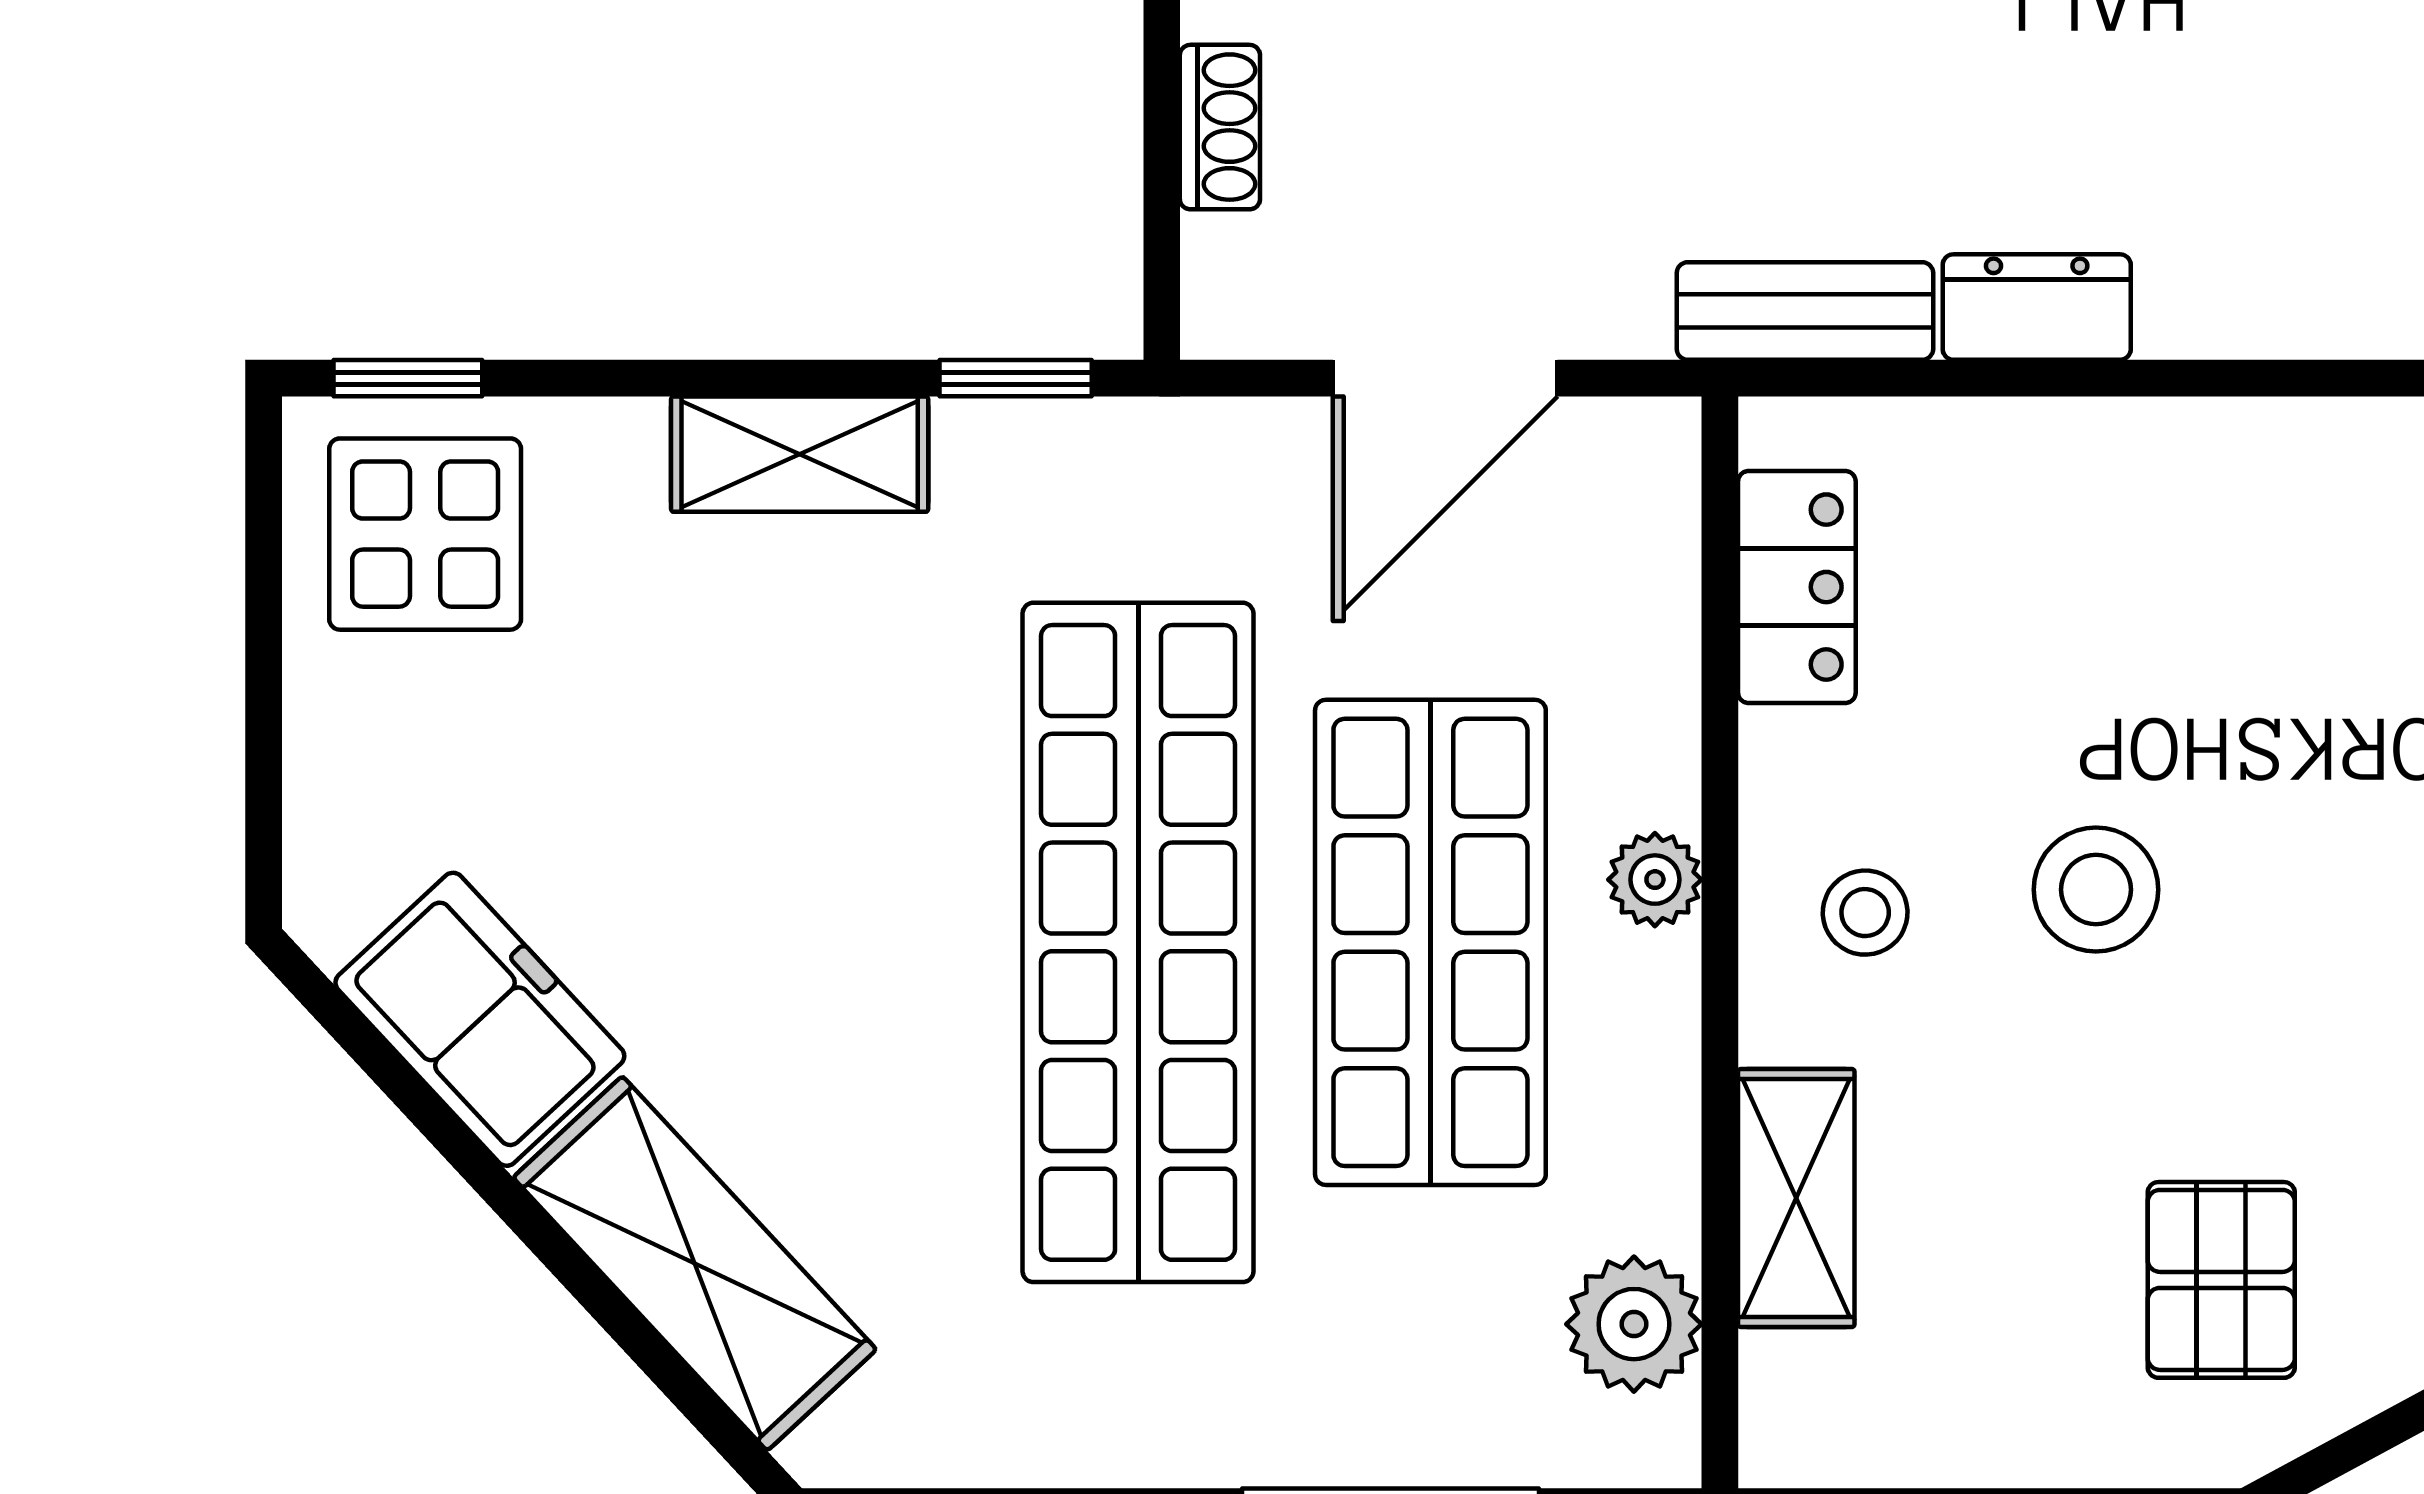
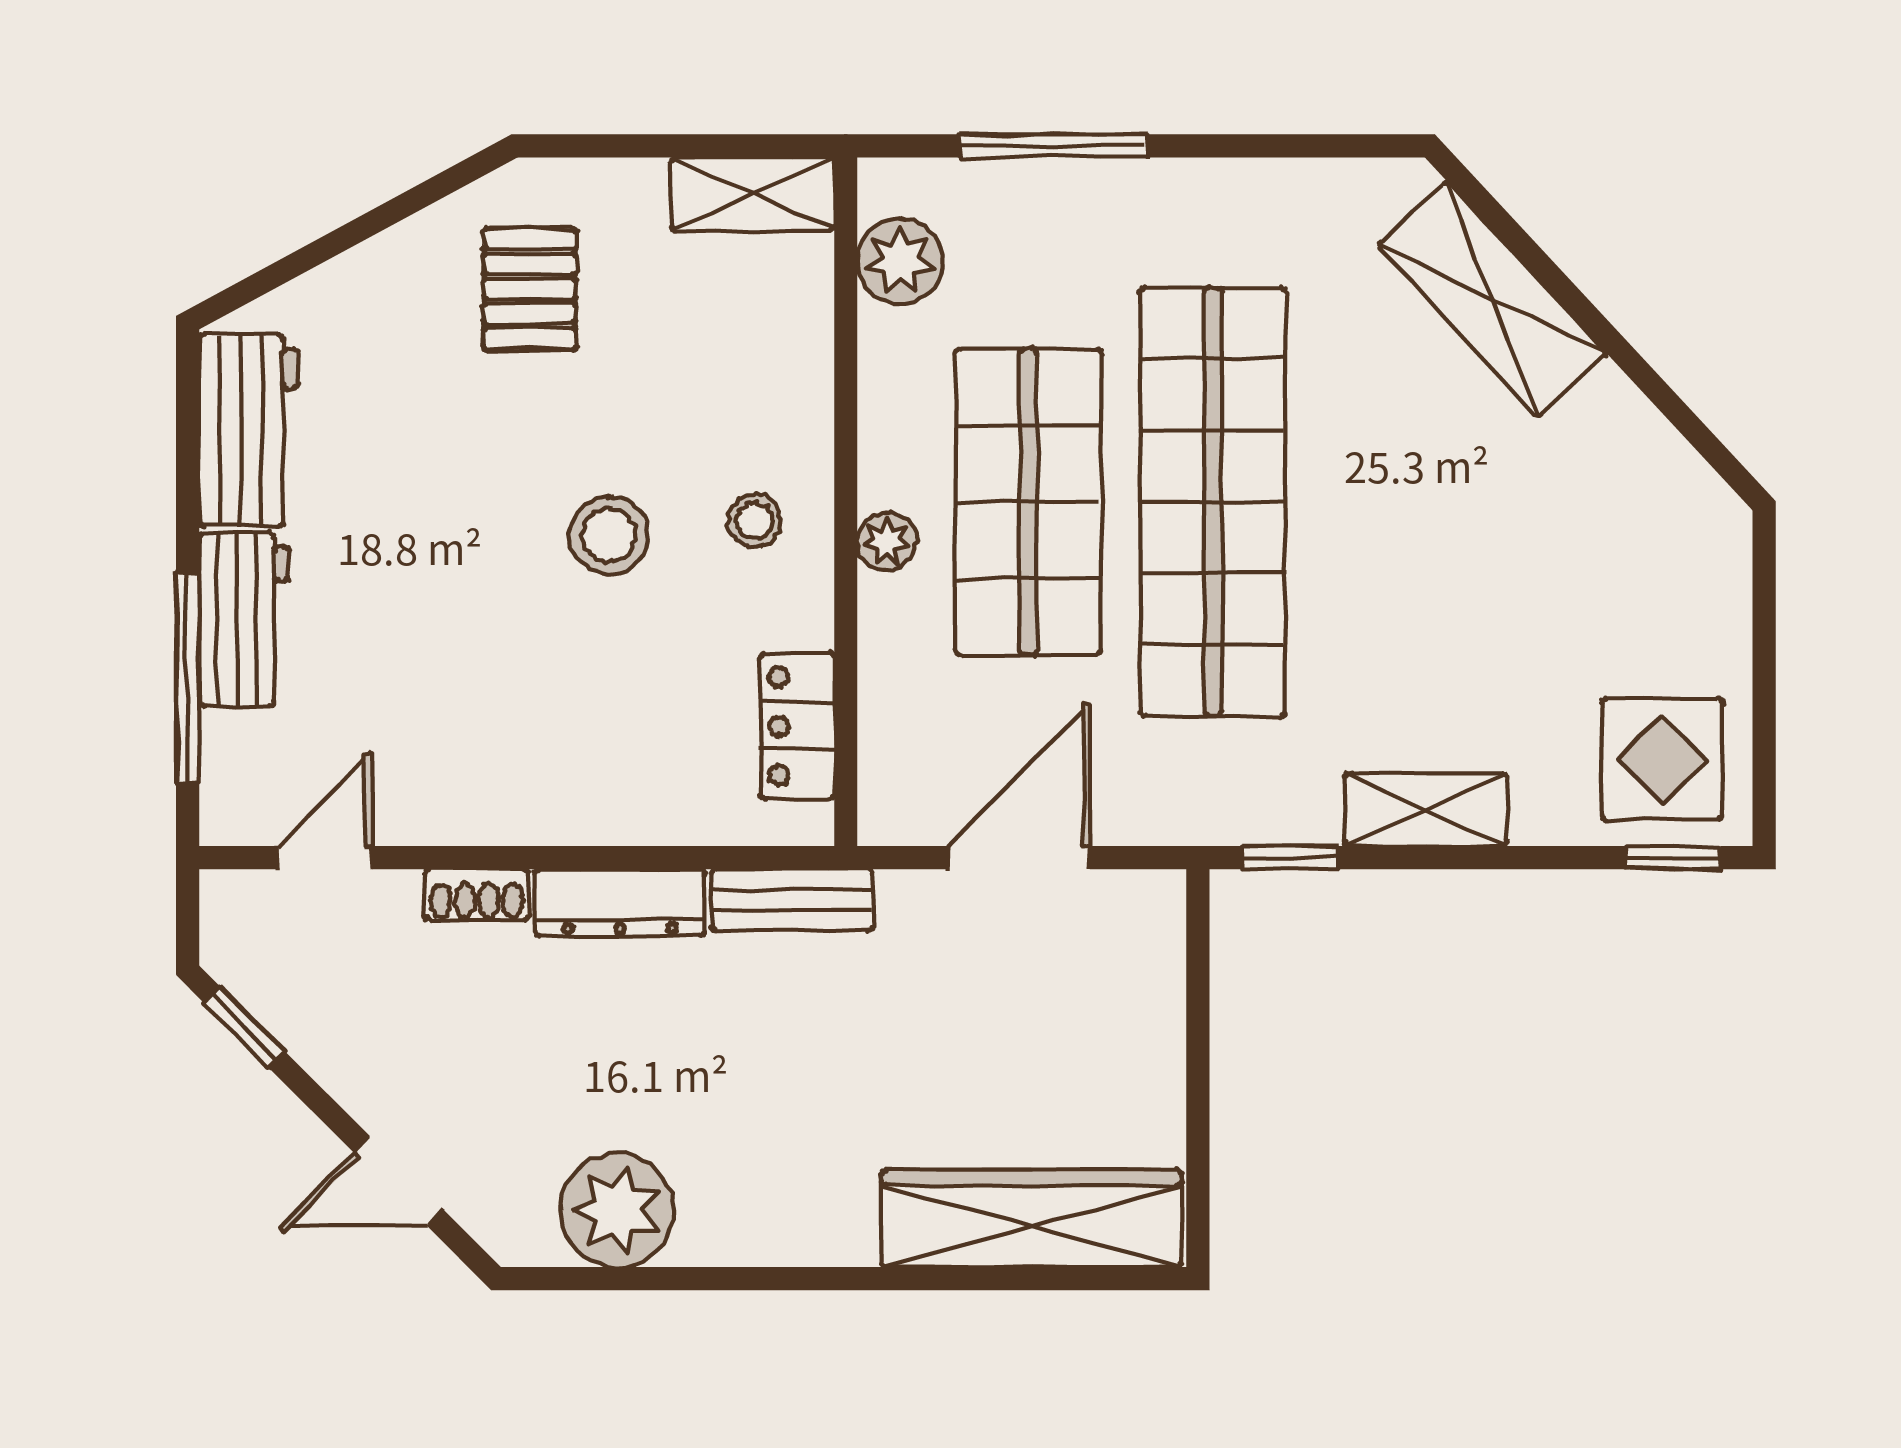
shoe rack: (1220, 127) -> (477, 894), moved, turned -90
dresser: (2037, 307) -> (620, 902), width x1.44
freezer: (480, 1019) -> (1628, 453), removed
shelving: (1796, 1198) -> (753, 194), moved, turned 90

